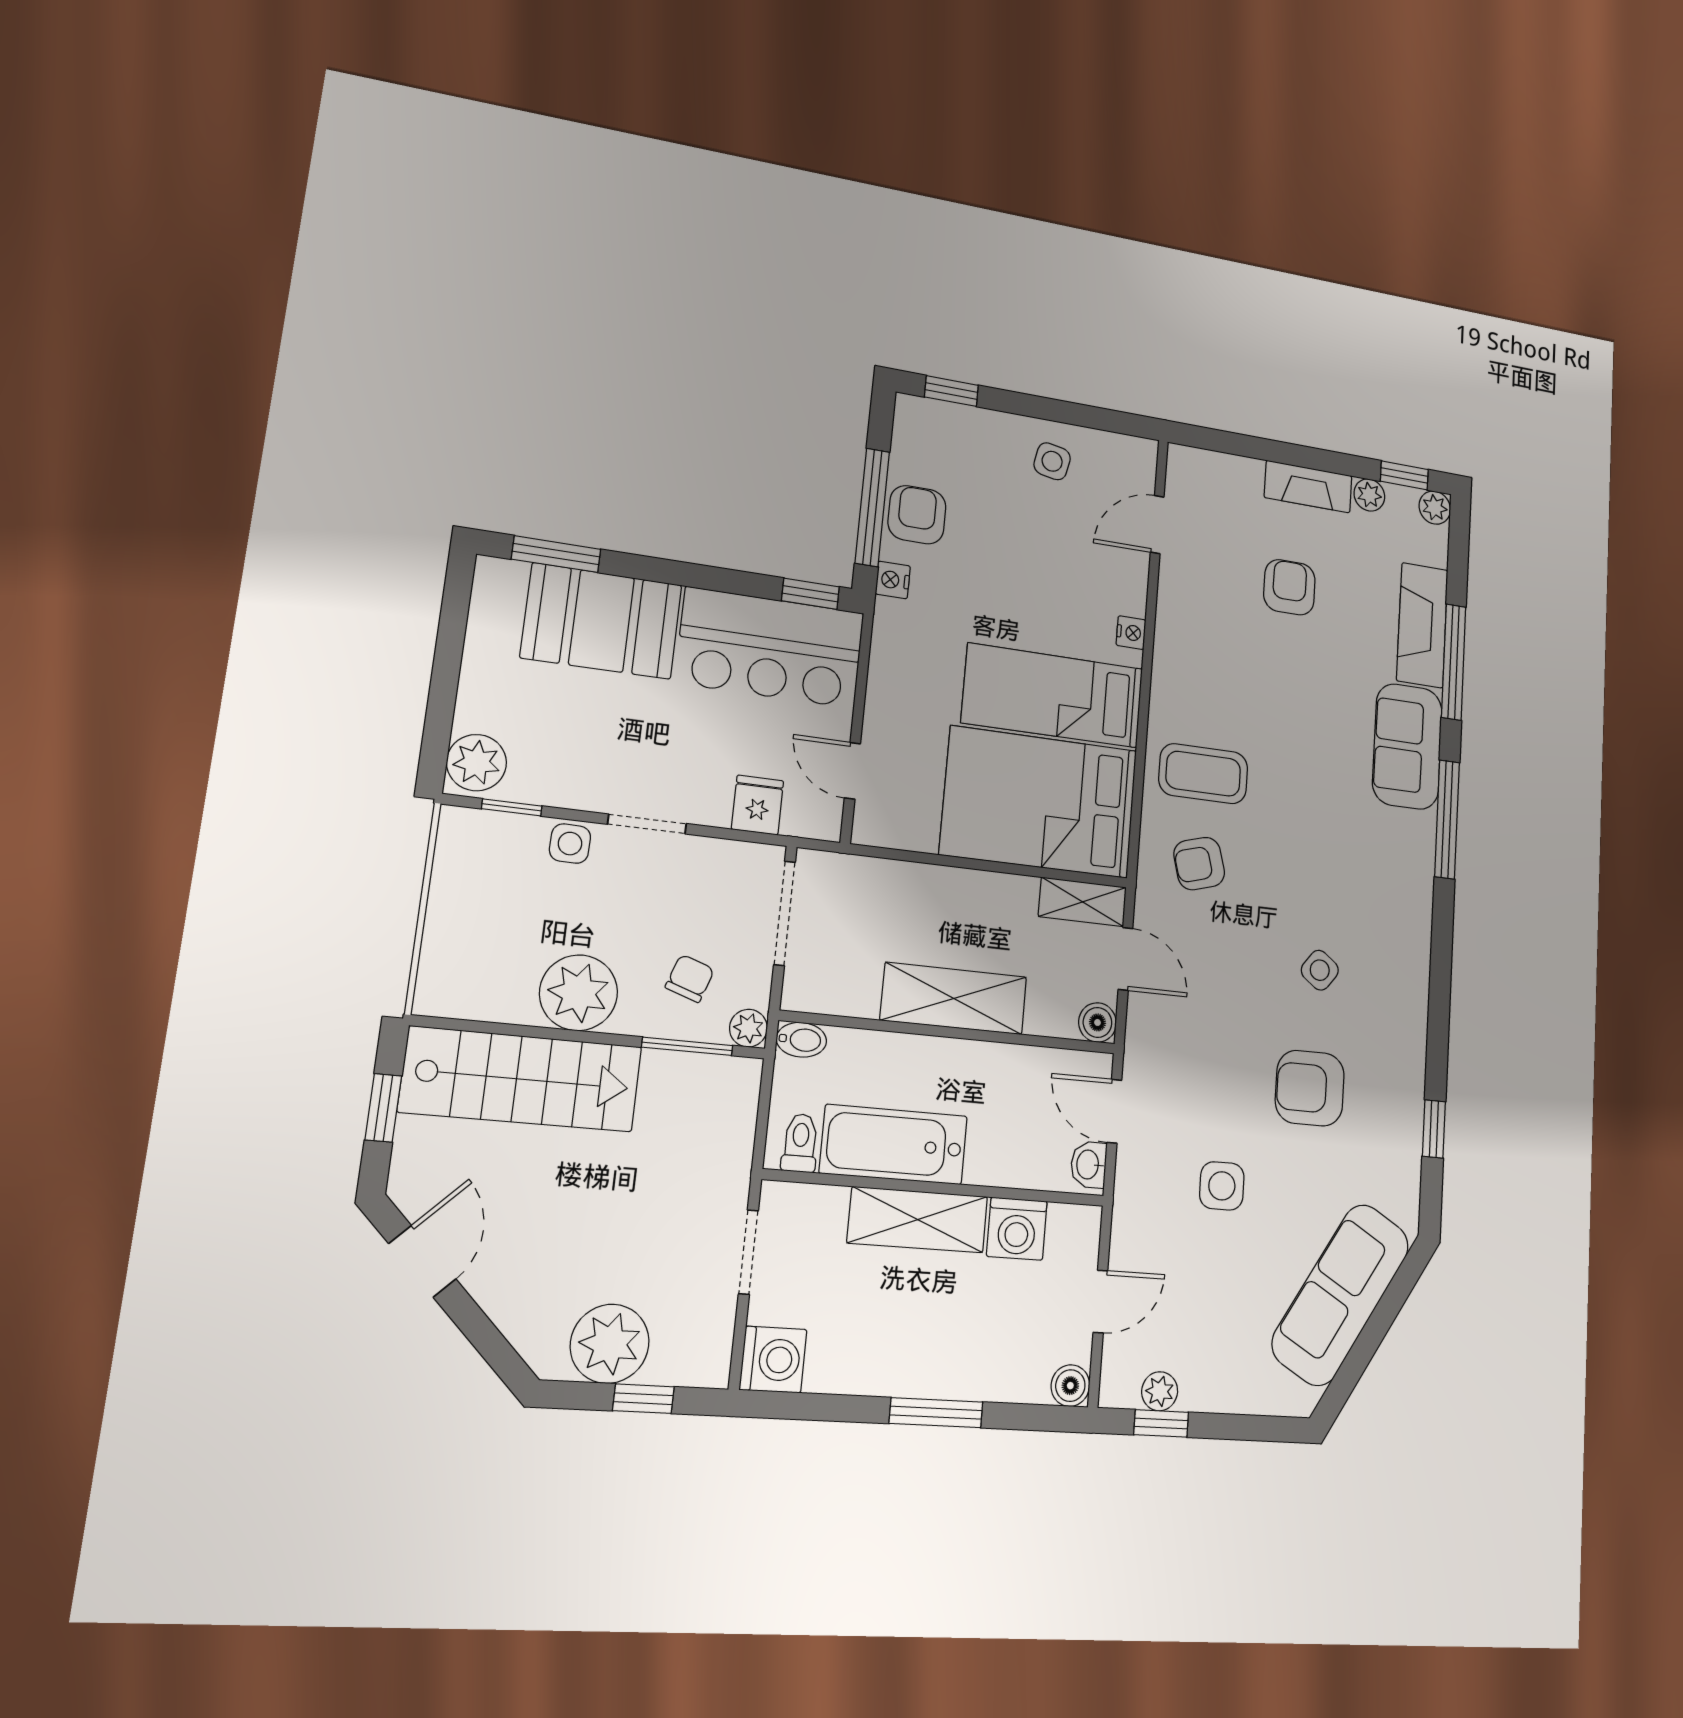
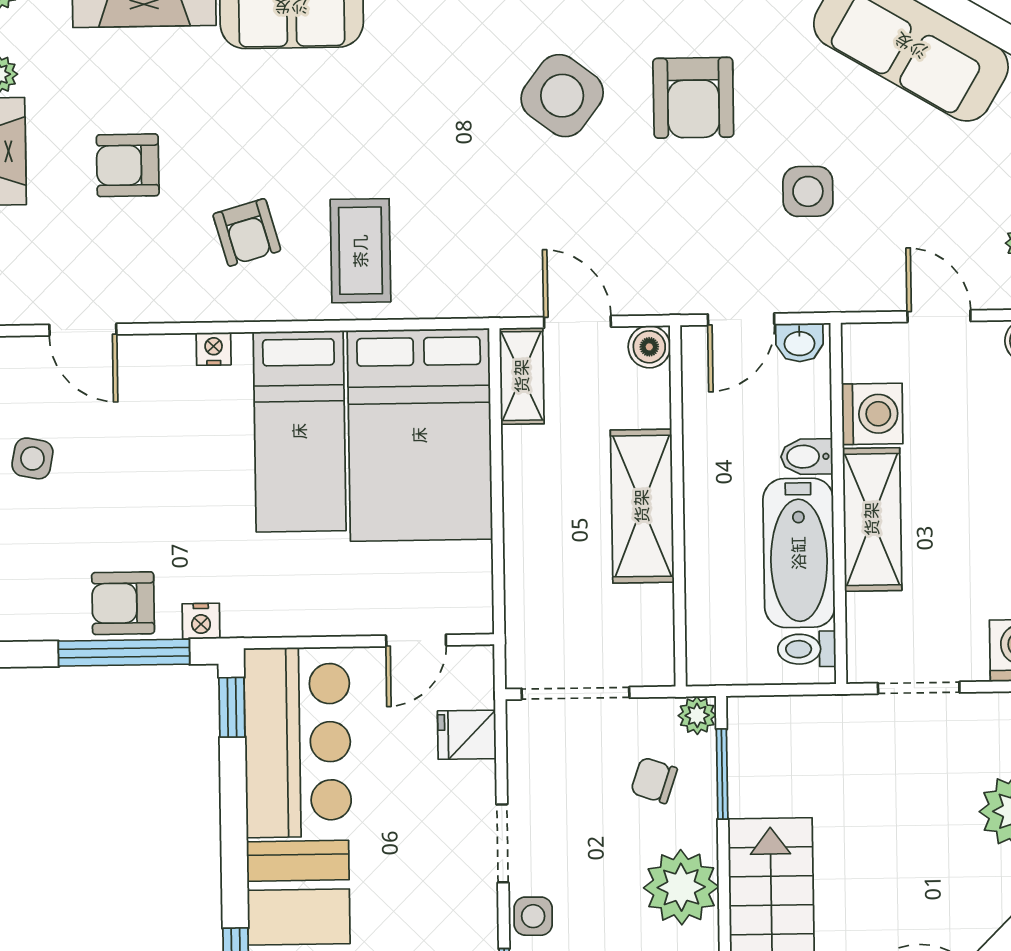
armchair: (1199, 864) -> (247, 232), moved
door: (1125, 959) -> (577, 322), hinge flipped
side table: (1320, 970) -> (562, 96), width x1.87, depth x1.87
bidet: (801, 1040) -> (807, 457), moved, turned -90

